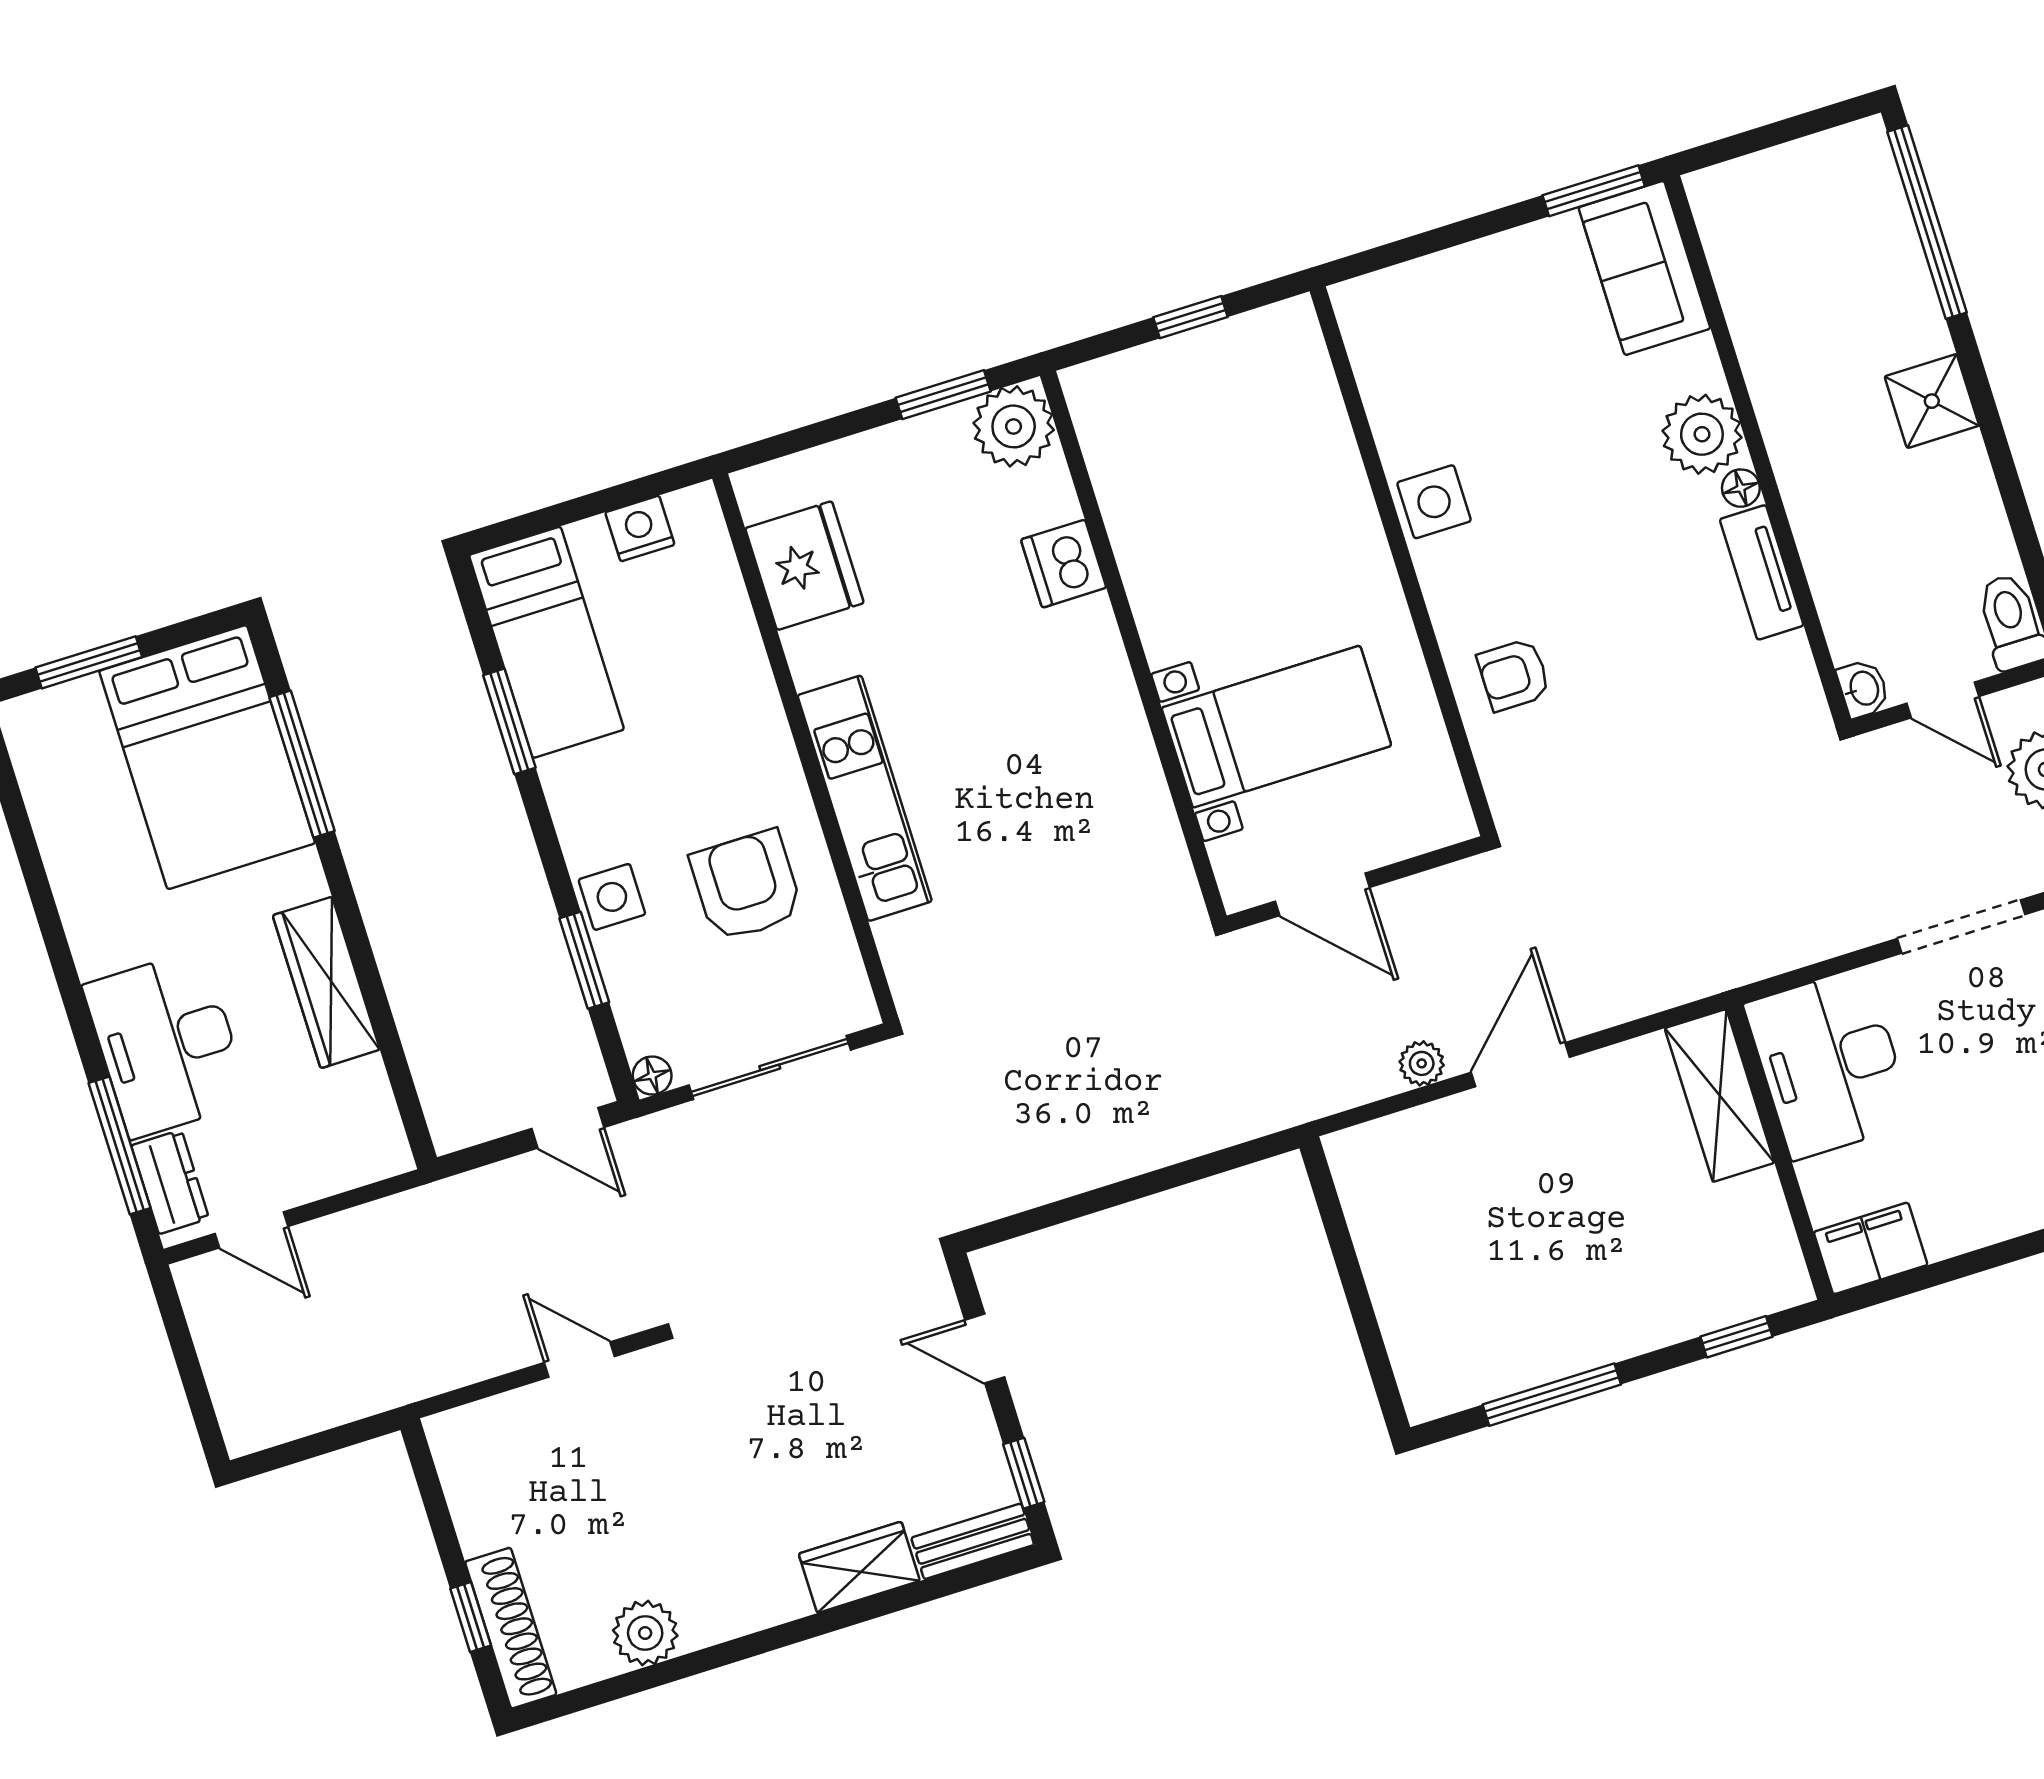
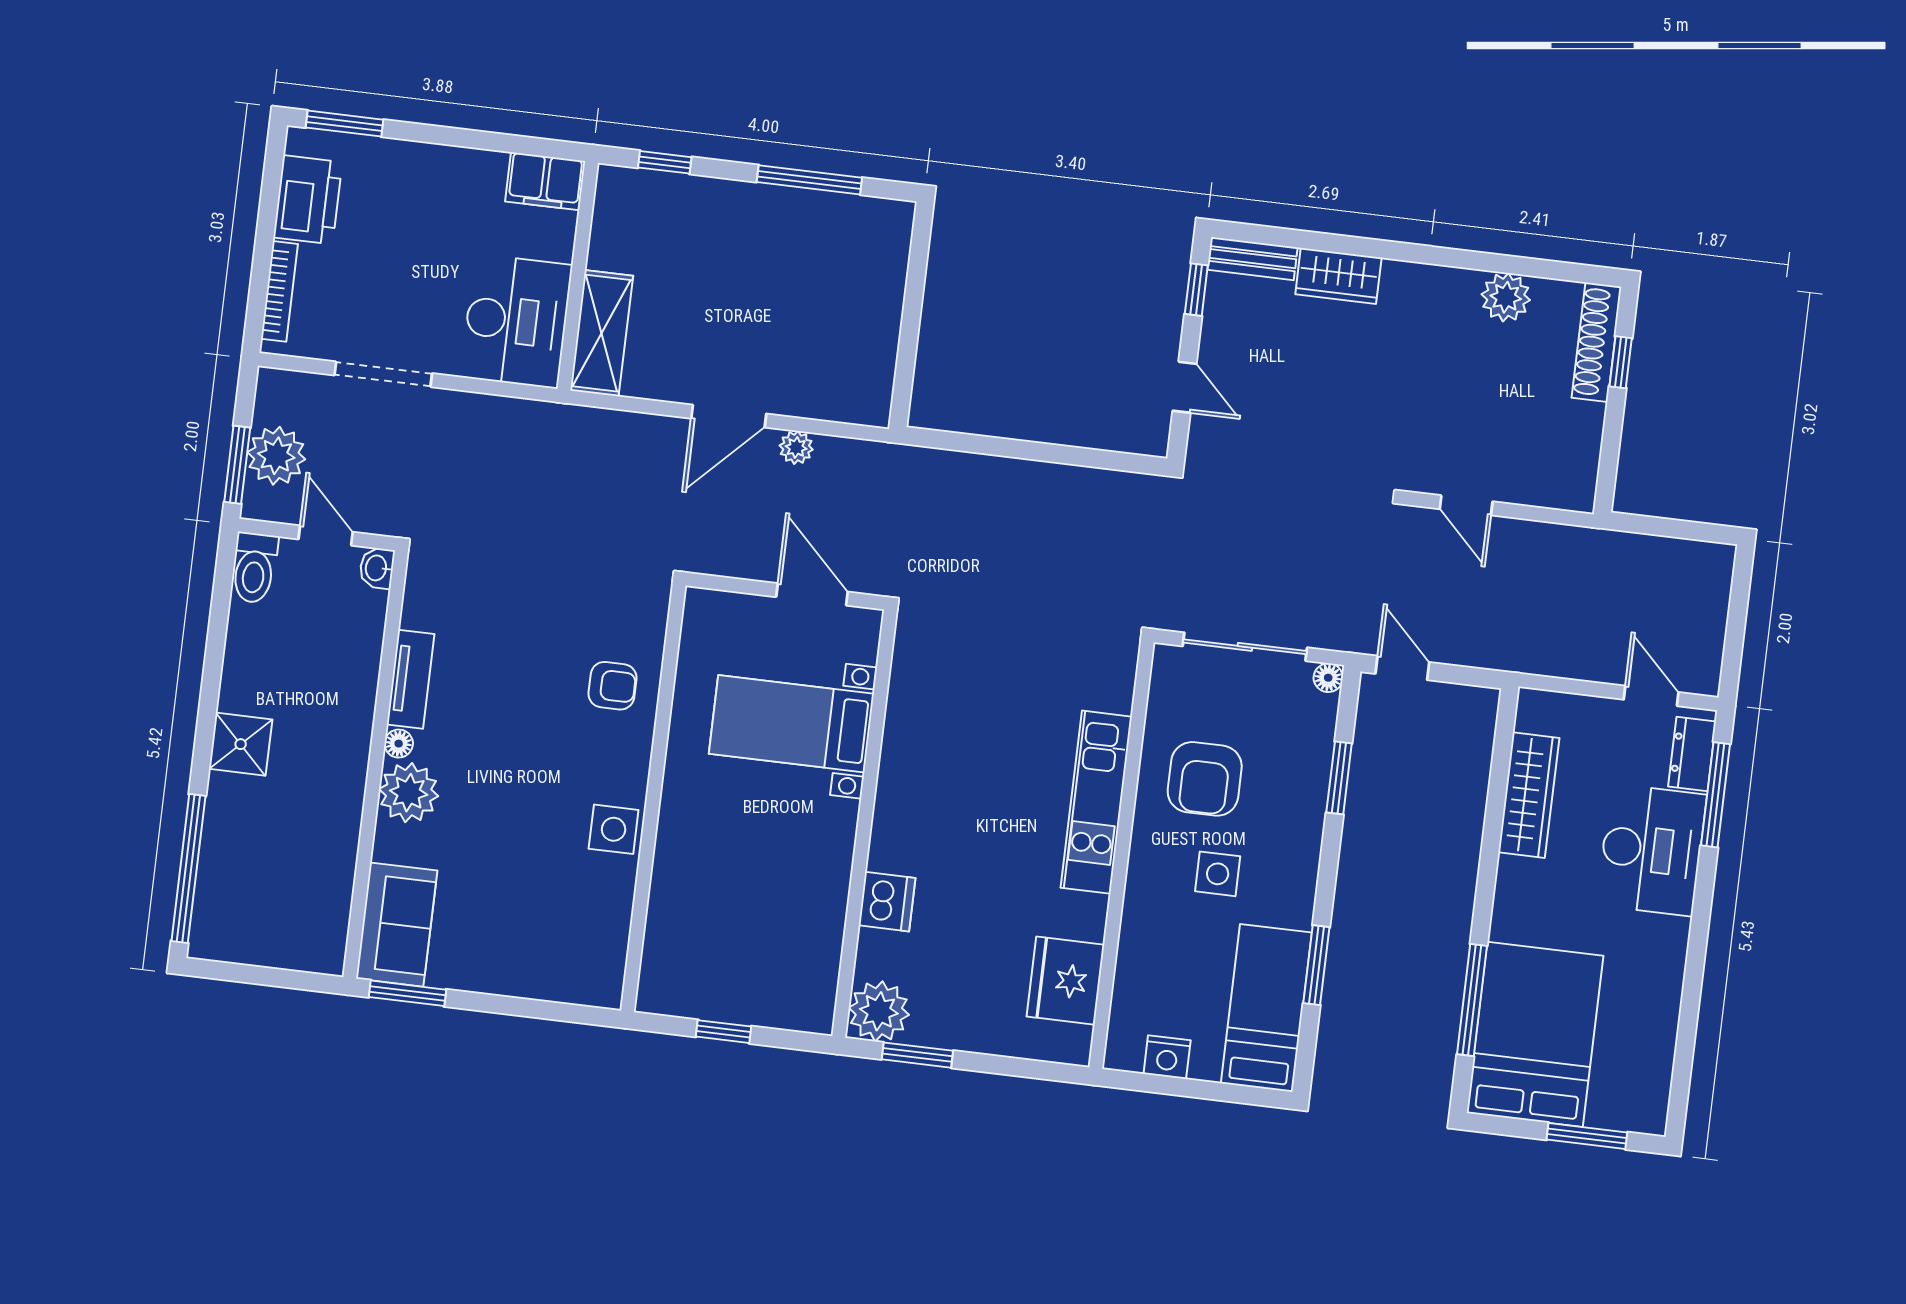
side table: (612, 897) -> (1218, 874), moved
wardrobe: (326, 982) -> (1529, 795), moved

